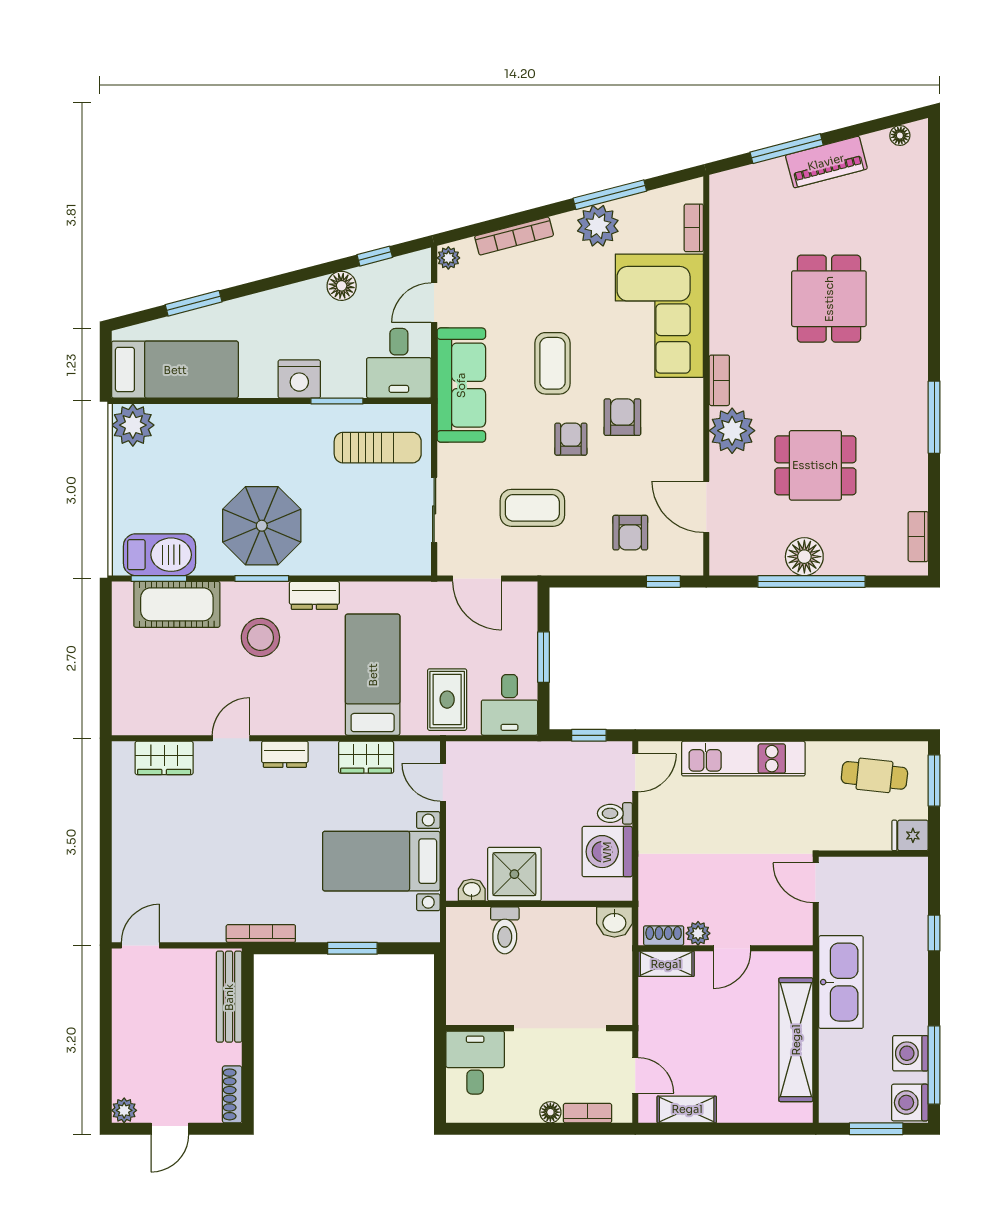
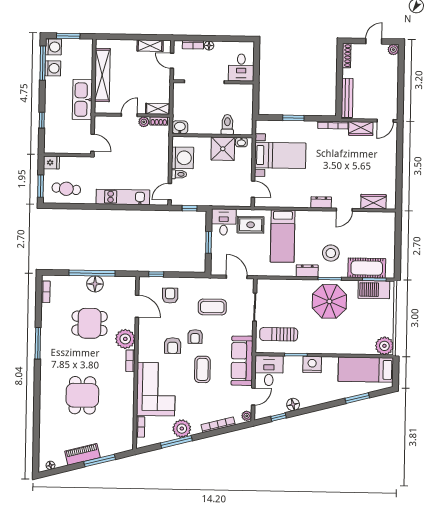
rug: (447, 700) -> (251, 225), turned 90
wardrobe: (366, 757) -> (361, 129), moved, turned 180

